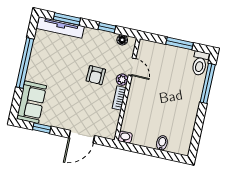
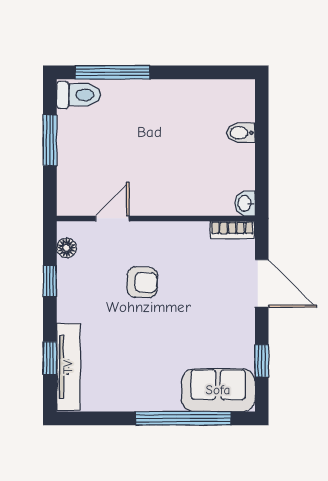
window: (67, 19) -> (50, 358), width x0.67
window: (25, 63) -> (183, 418), moved
plant: (122, 80) -> (140, 232), removed
bookcase: (119, 98) -> (232, 230), moved

